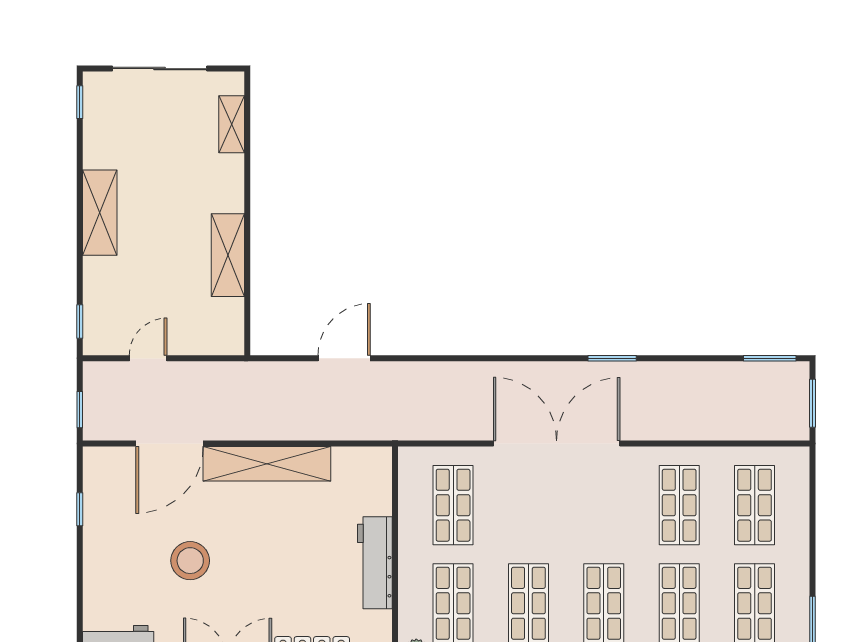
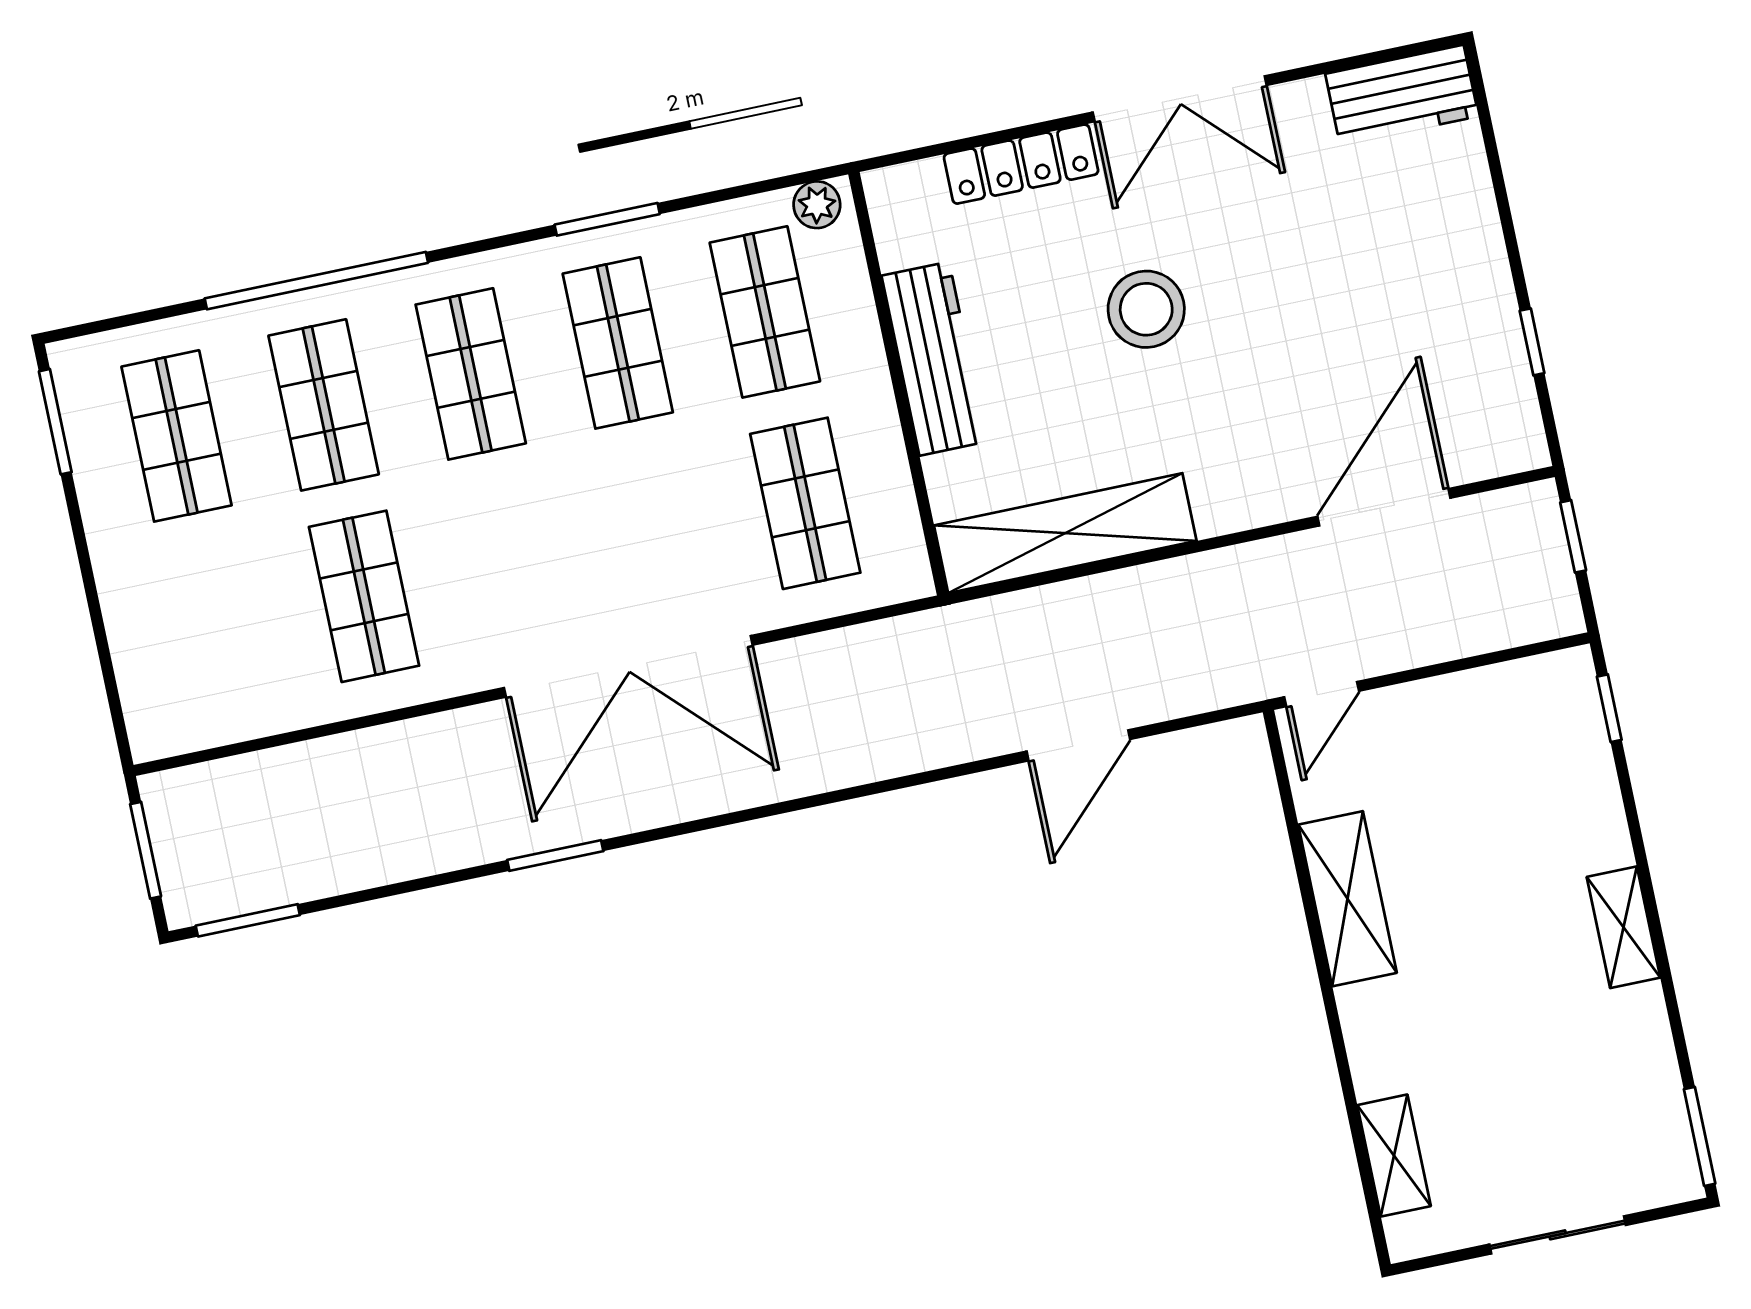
sliding door: (160, 69) -> (1558, 1235), width x0.73
window: (80, 102) -> (1700, 1136), width x1.50
shelving: (100, 213) -> (1624, 927), width x0.67, depth x0.75
door: (148, 358) -> (1322, 694), moved
shelving: (267, 464) -> (1065, 533), moved
shop shelf: (755, 505) -> (217, 627), removed
stool: (190, 561) -> (1146, 309), moved

